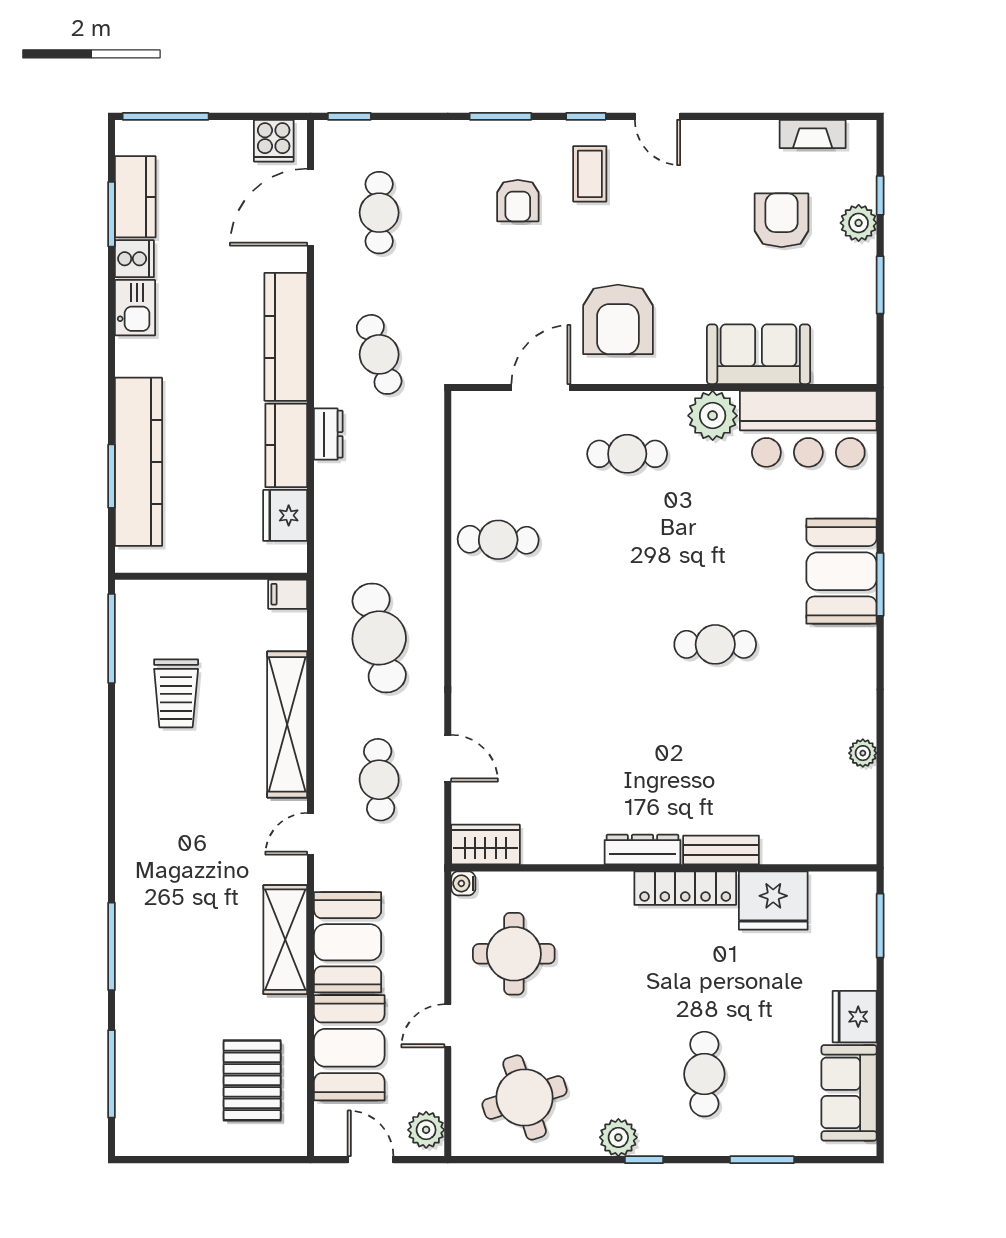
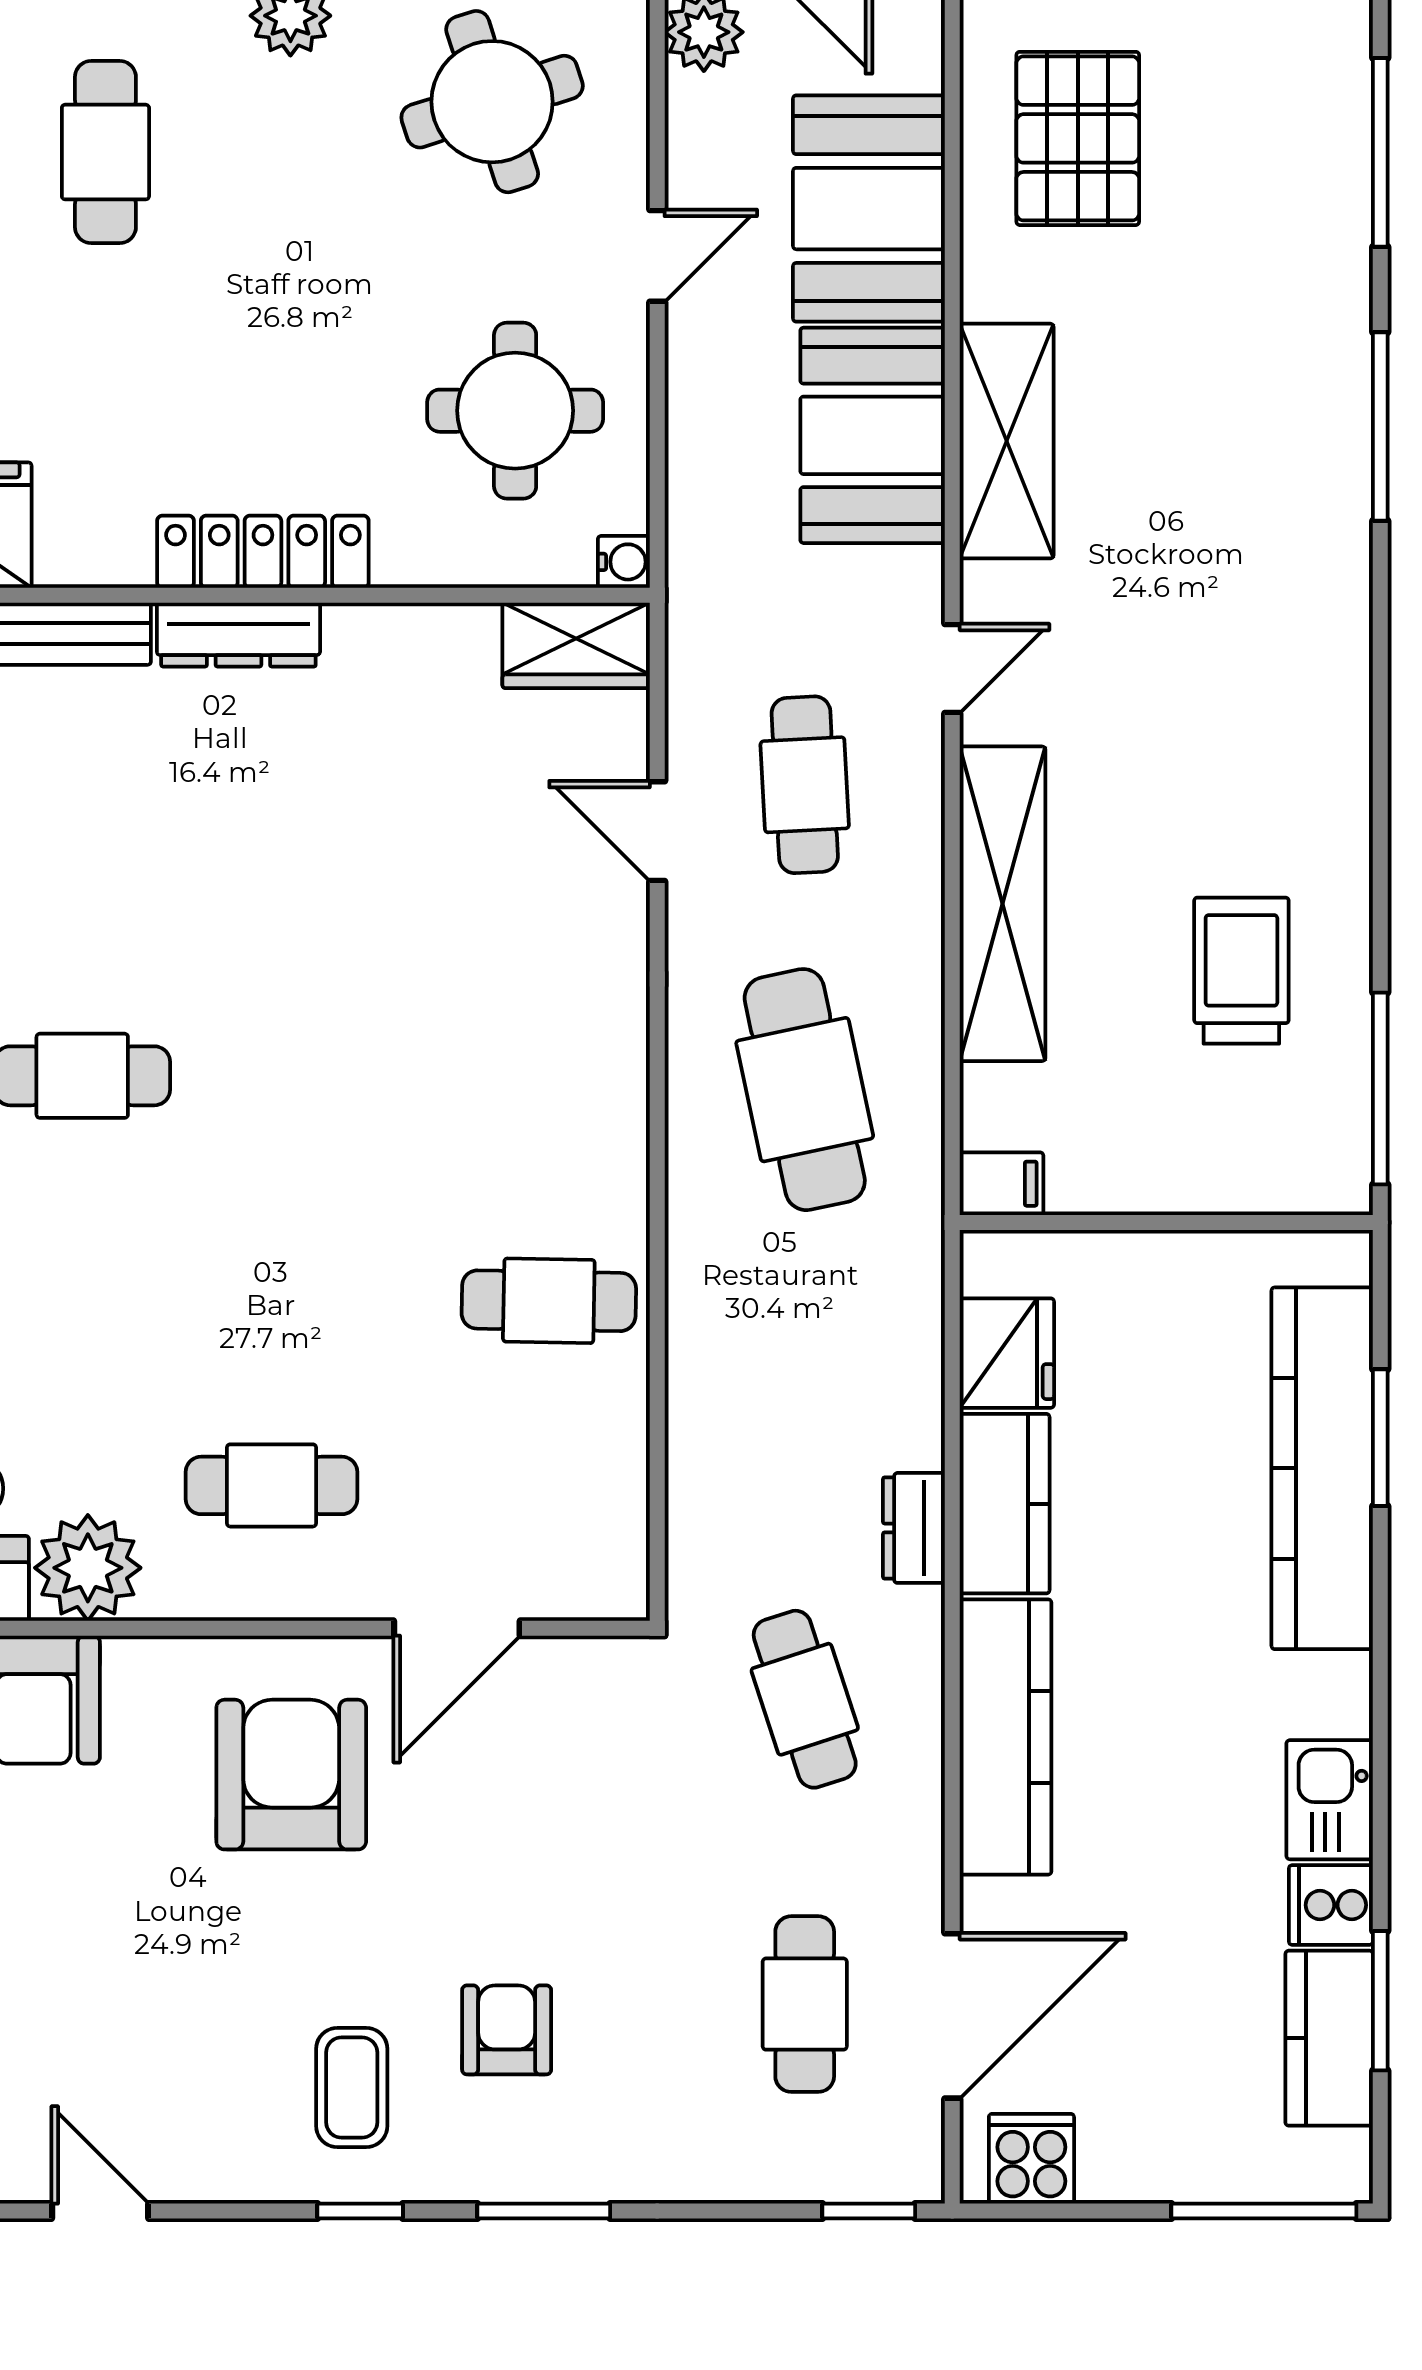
door: (658, 116) -> (100, 2211), moved
locker: (685, 888) -> (263, 552), moved

